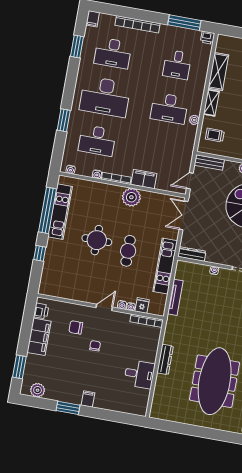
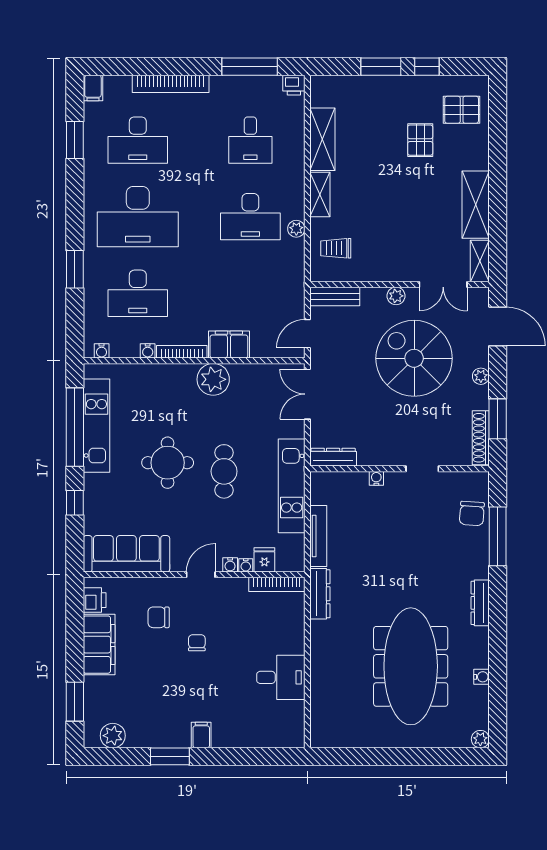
sofa: (64, 288) -> (126, 554), added
dresser: (165, 359) -> (320, 594), moved

